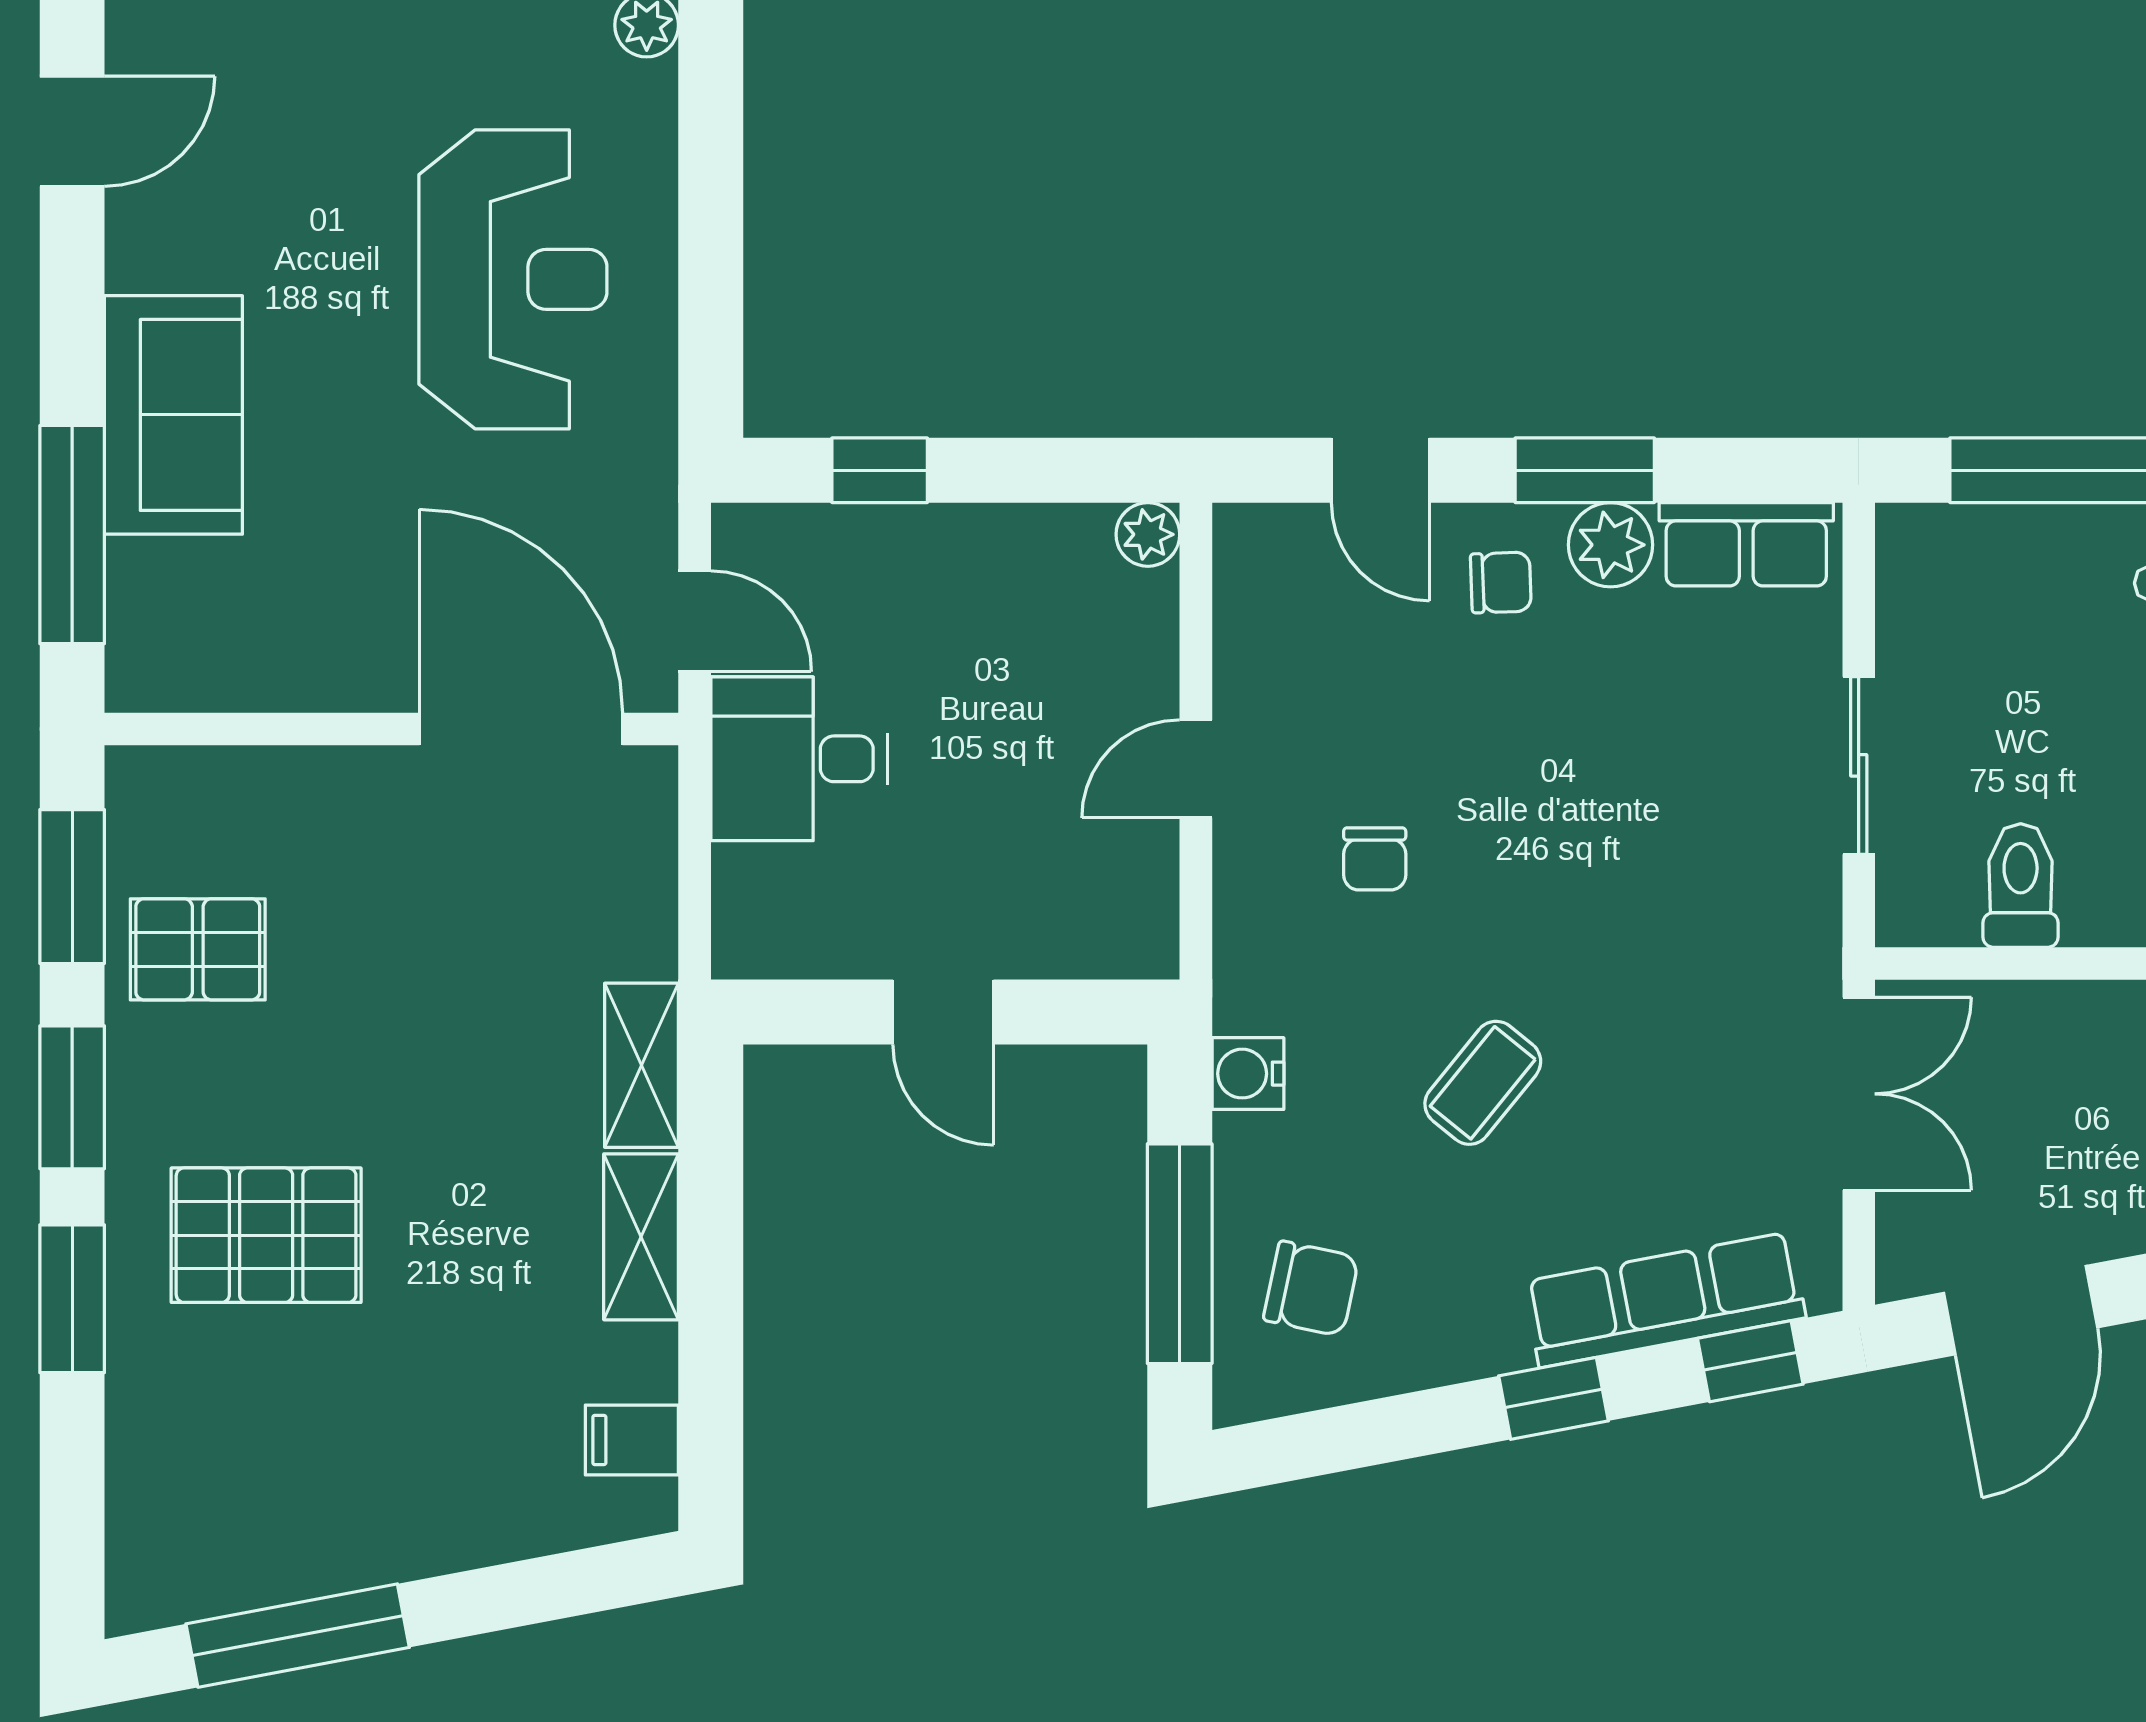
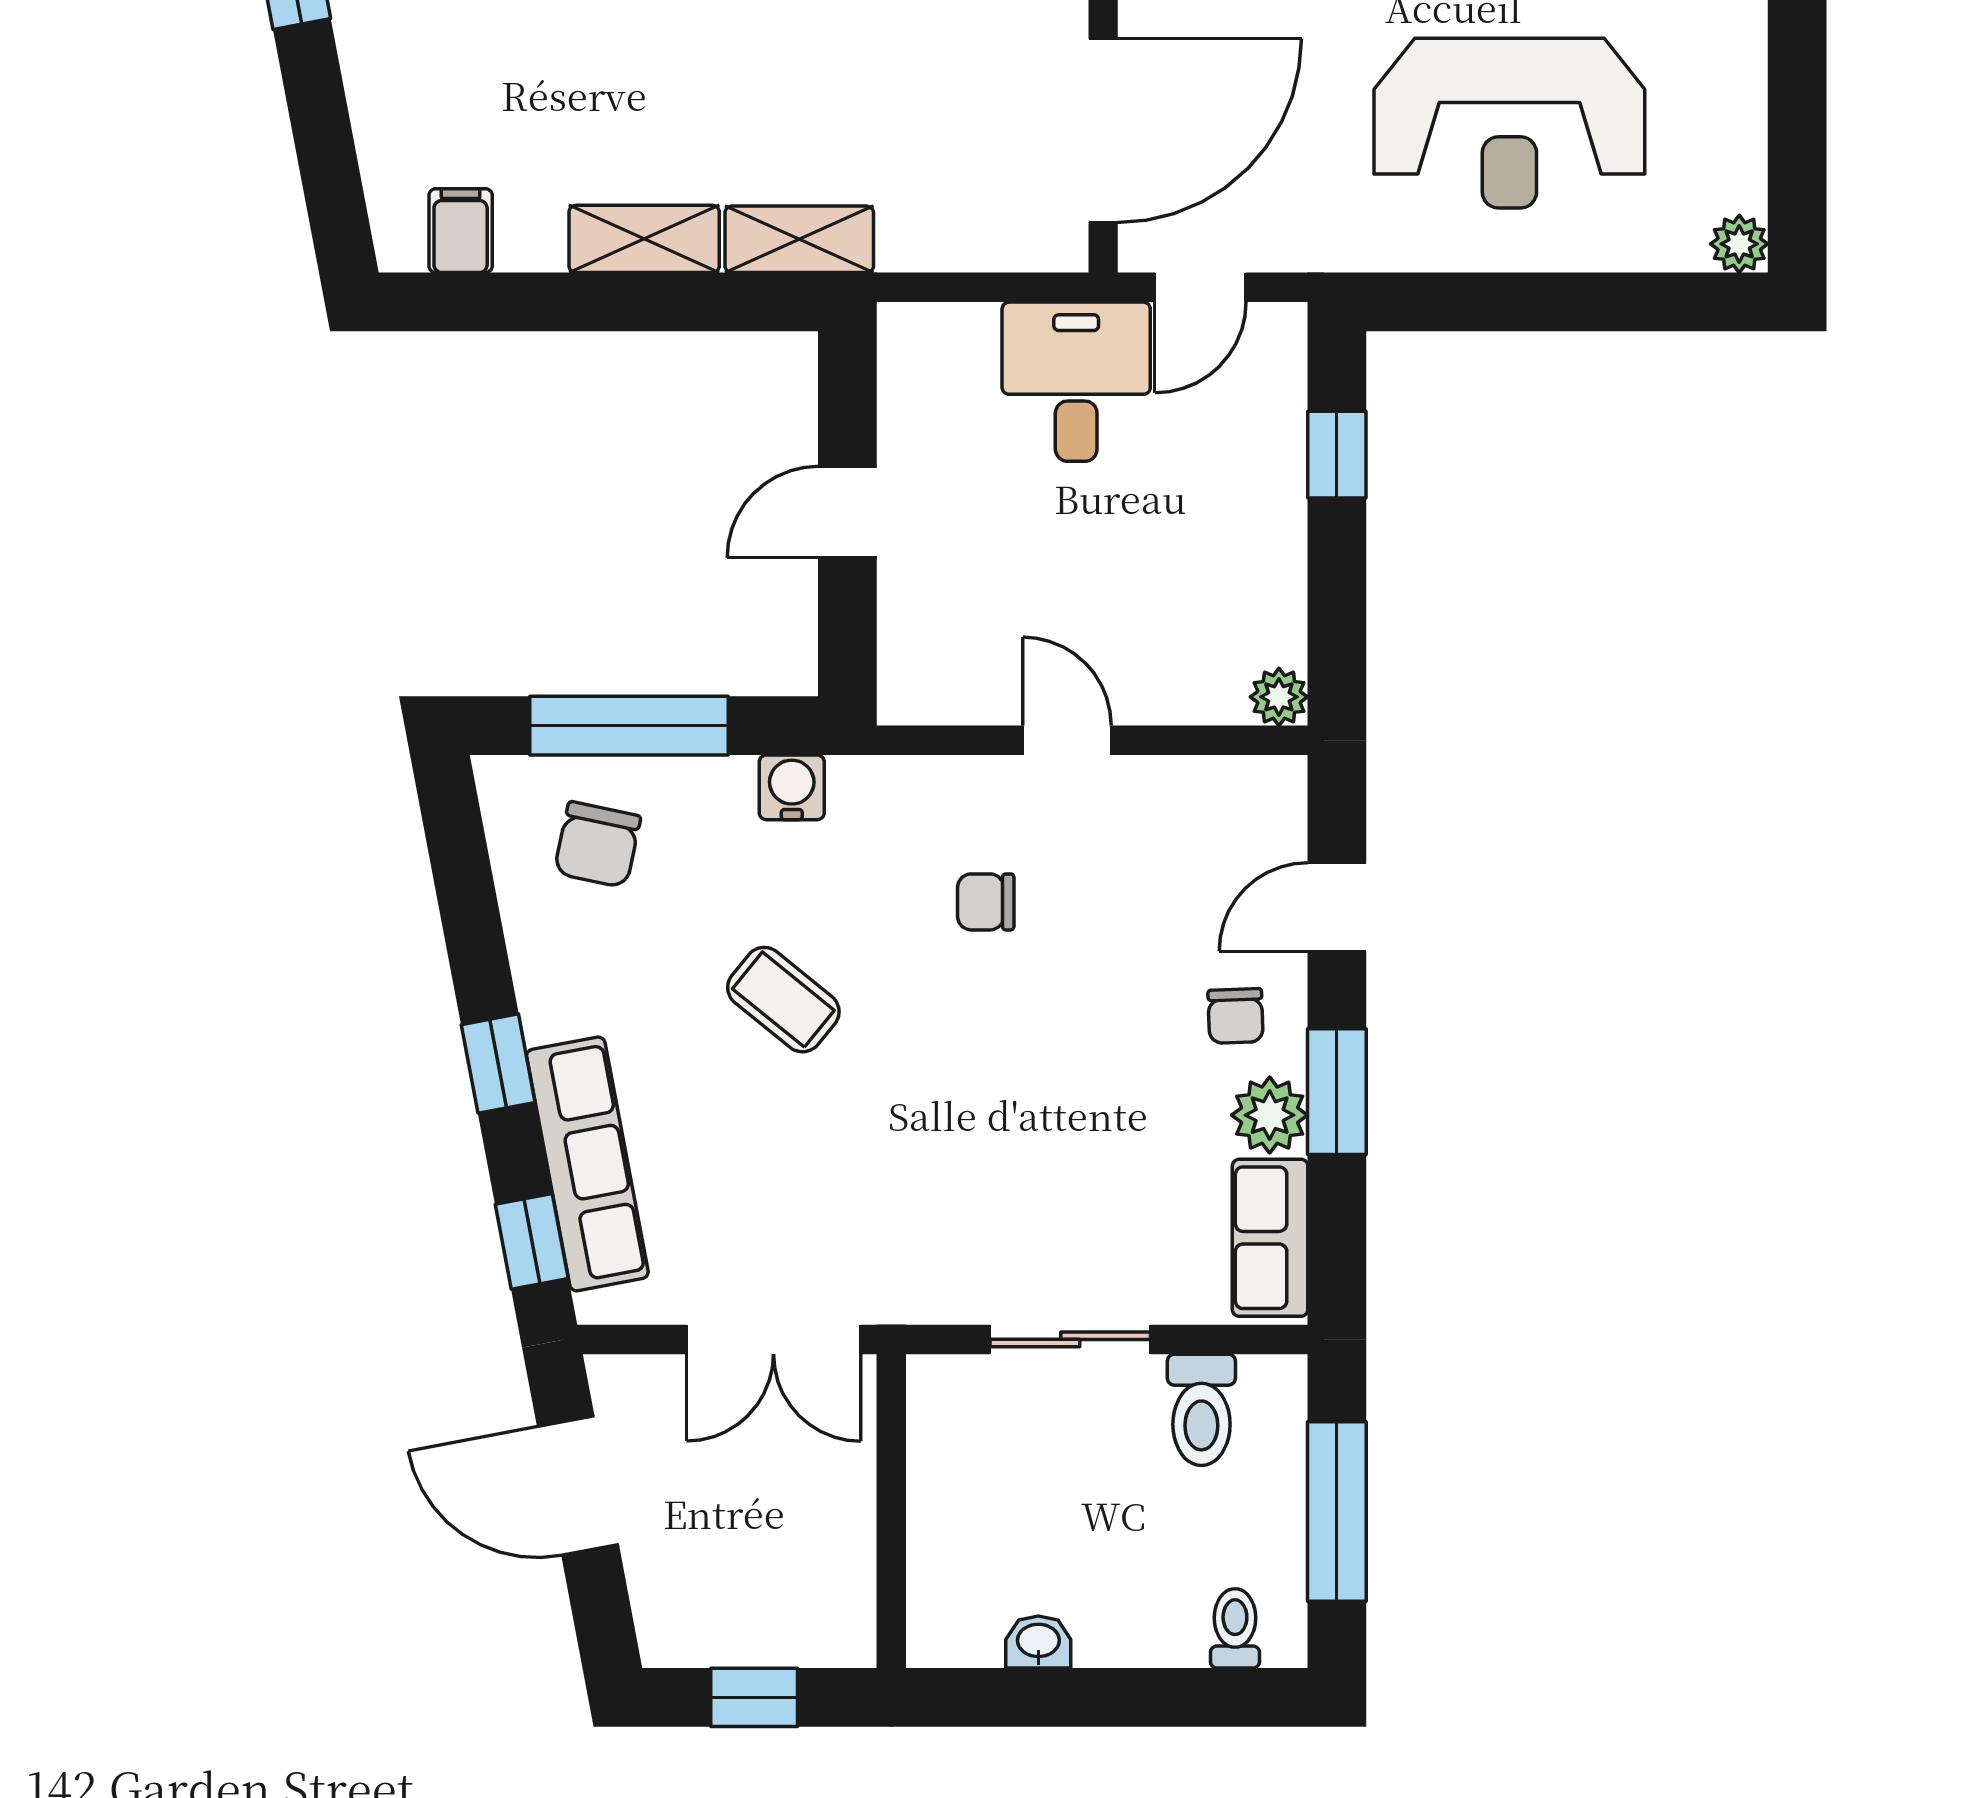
toilet: (2021, 885) -> (1201, 1410), moved, turned 90

